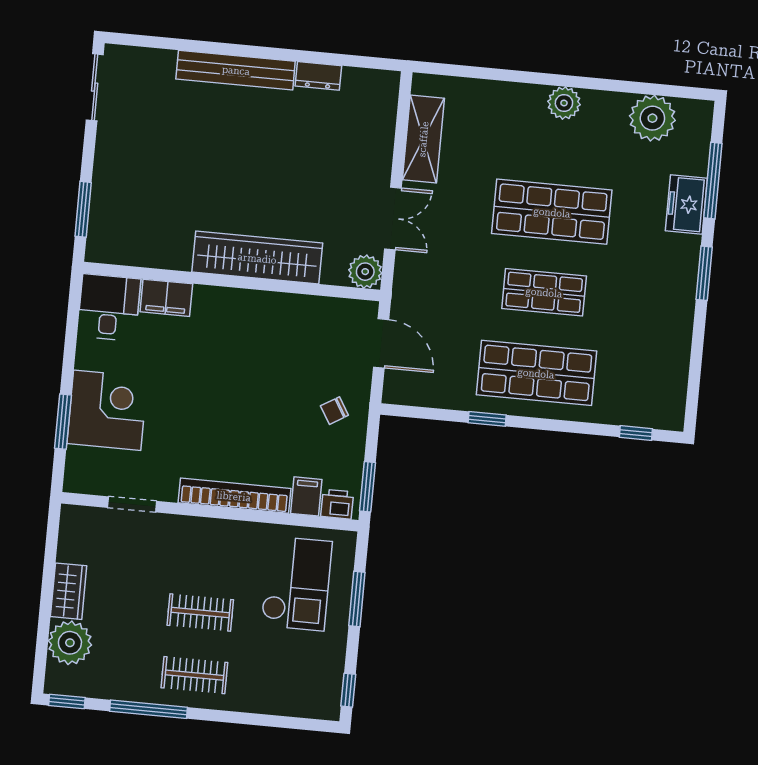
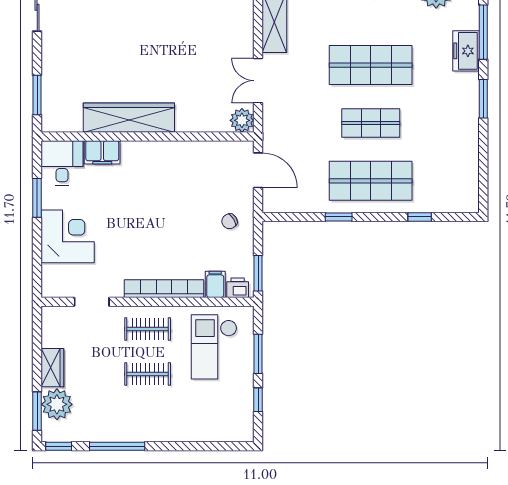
double door: (393, 218) -> (258, 81), swing flipped
wardrobe: (257, 258) -> (129, 118), moved
window: (63, 422) -> (37, 198), moved
window: (636, 433) -> (420, 217), moved
checkout: (296, 583) -> (214, 347), turned 180
window: (41, 650) -> (37, 411), added
clothes rail: (194, 675) -> (148, 329), moved
window: (348, 690) -> (258, 400), moved

